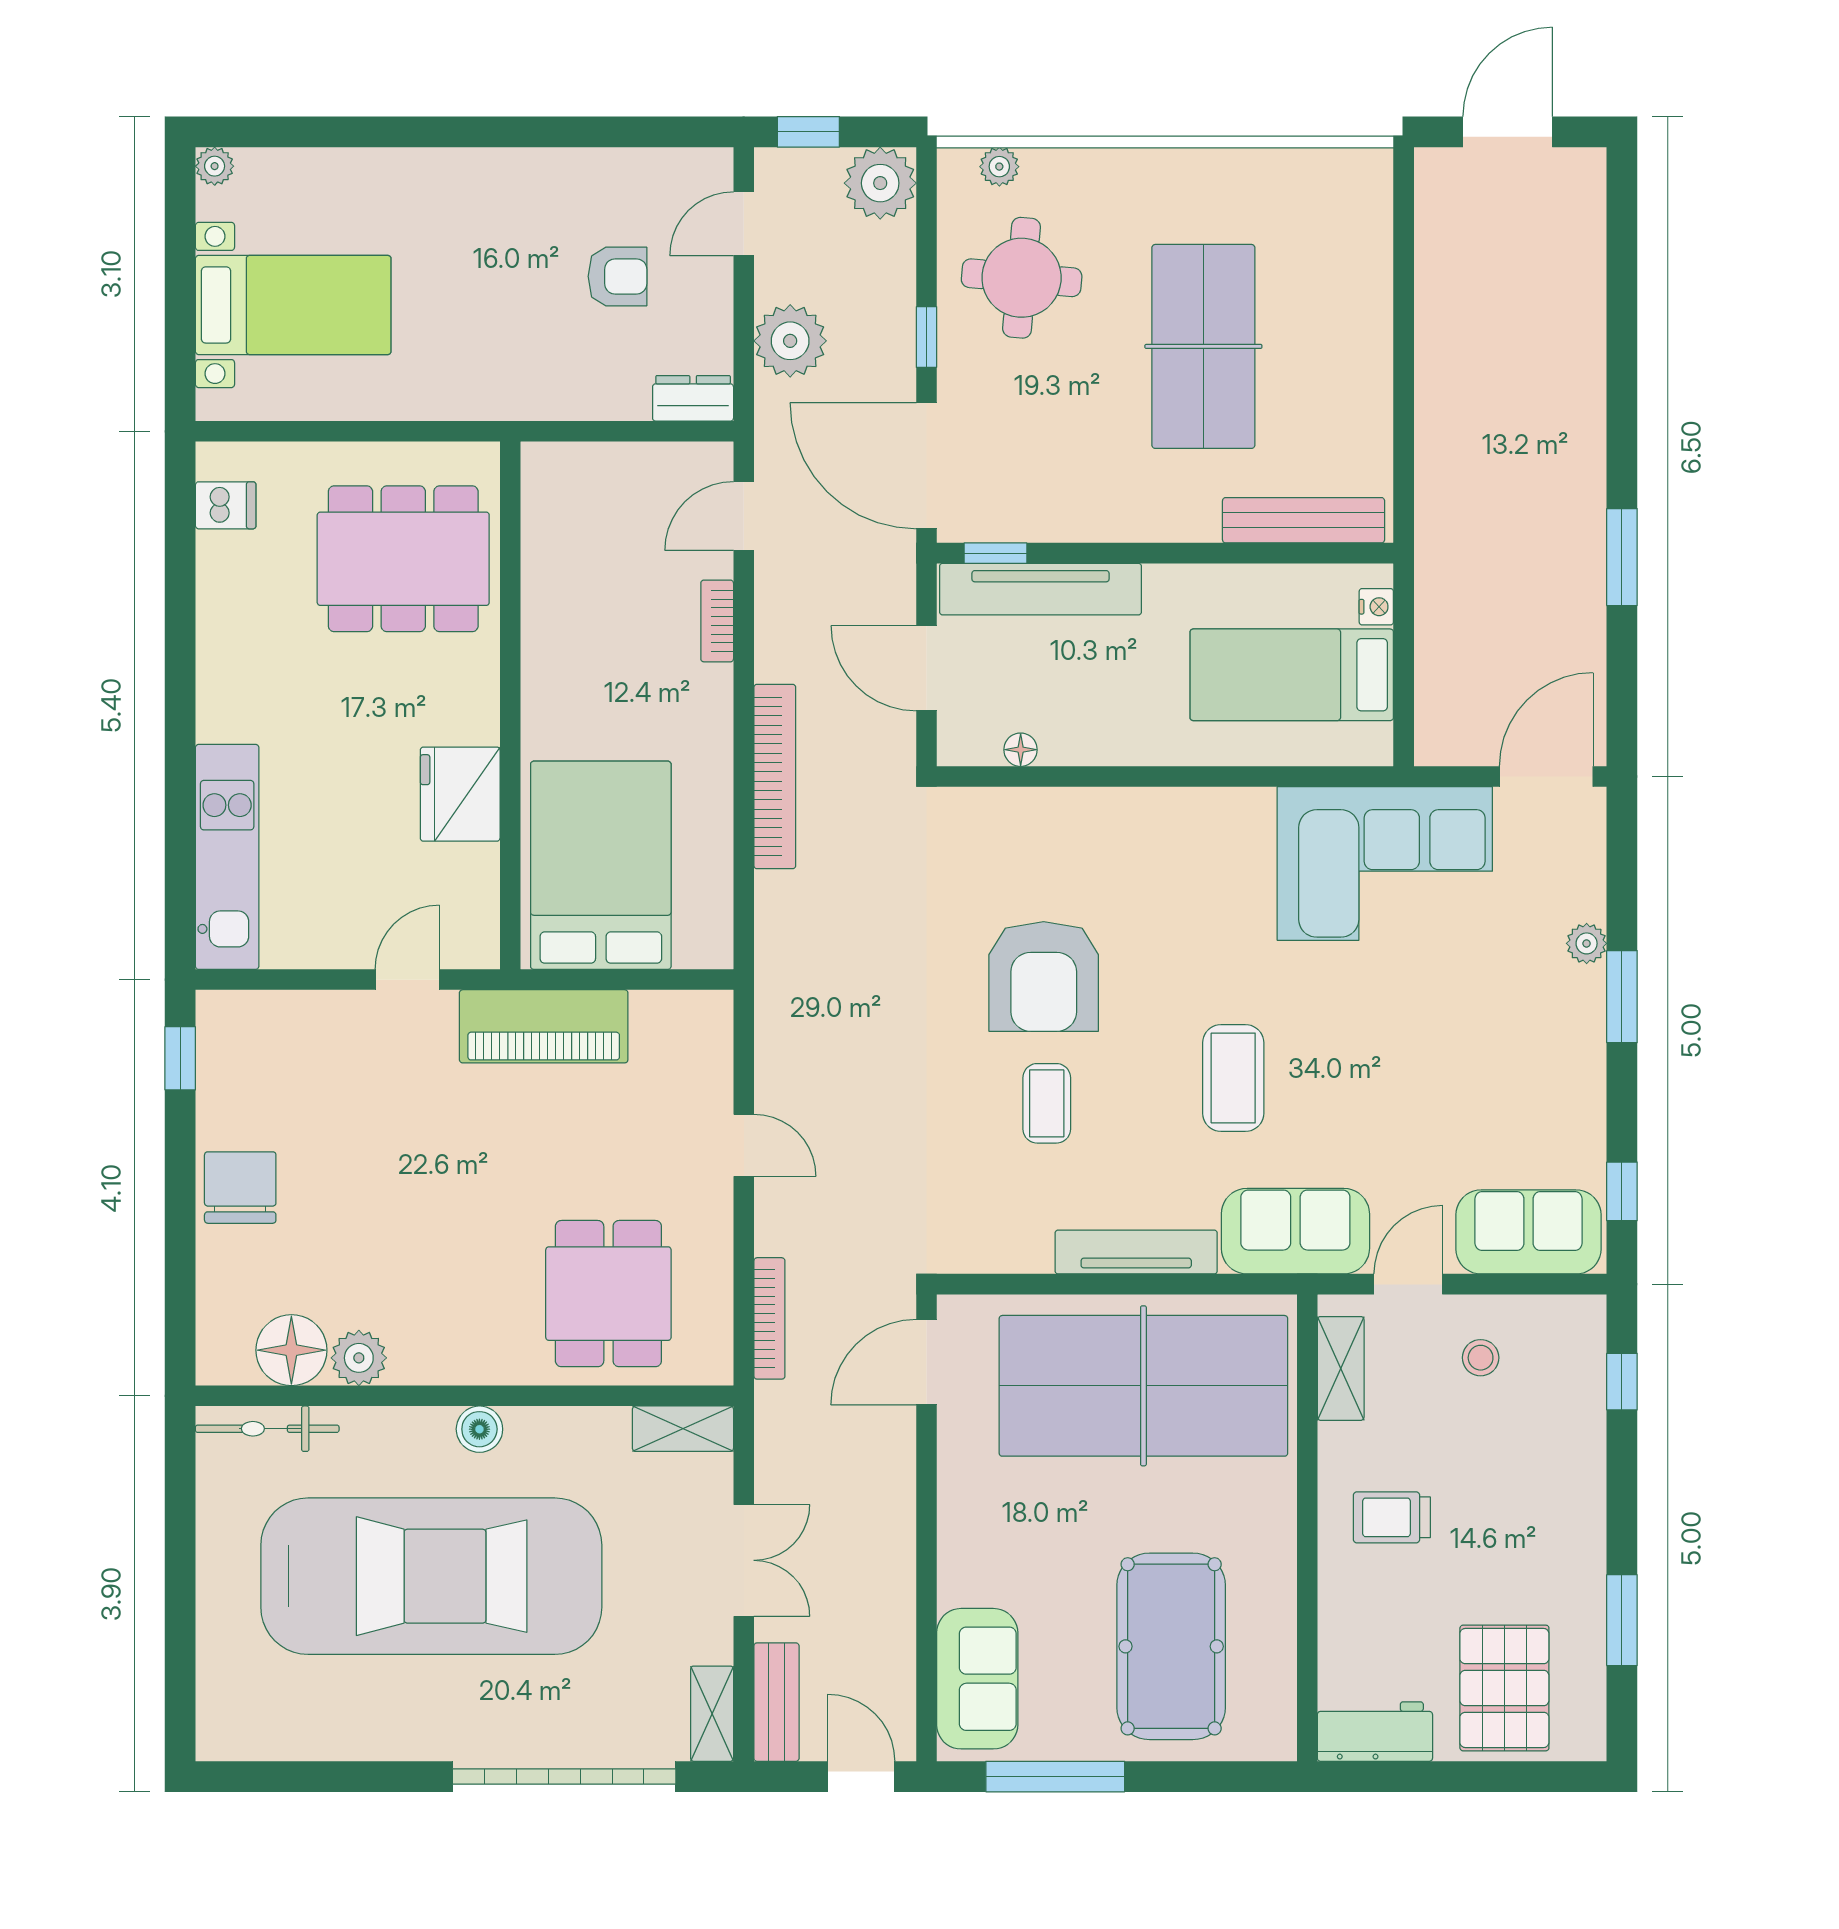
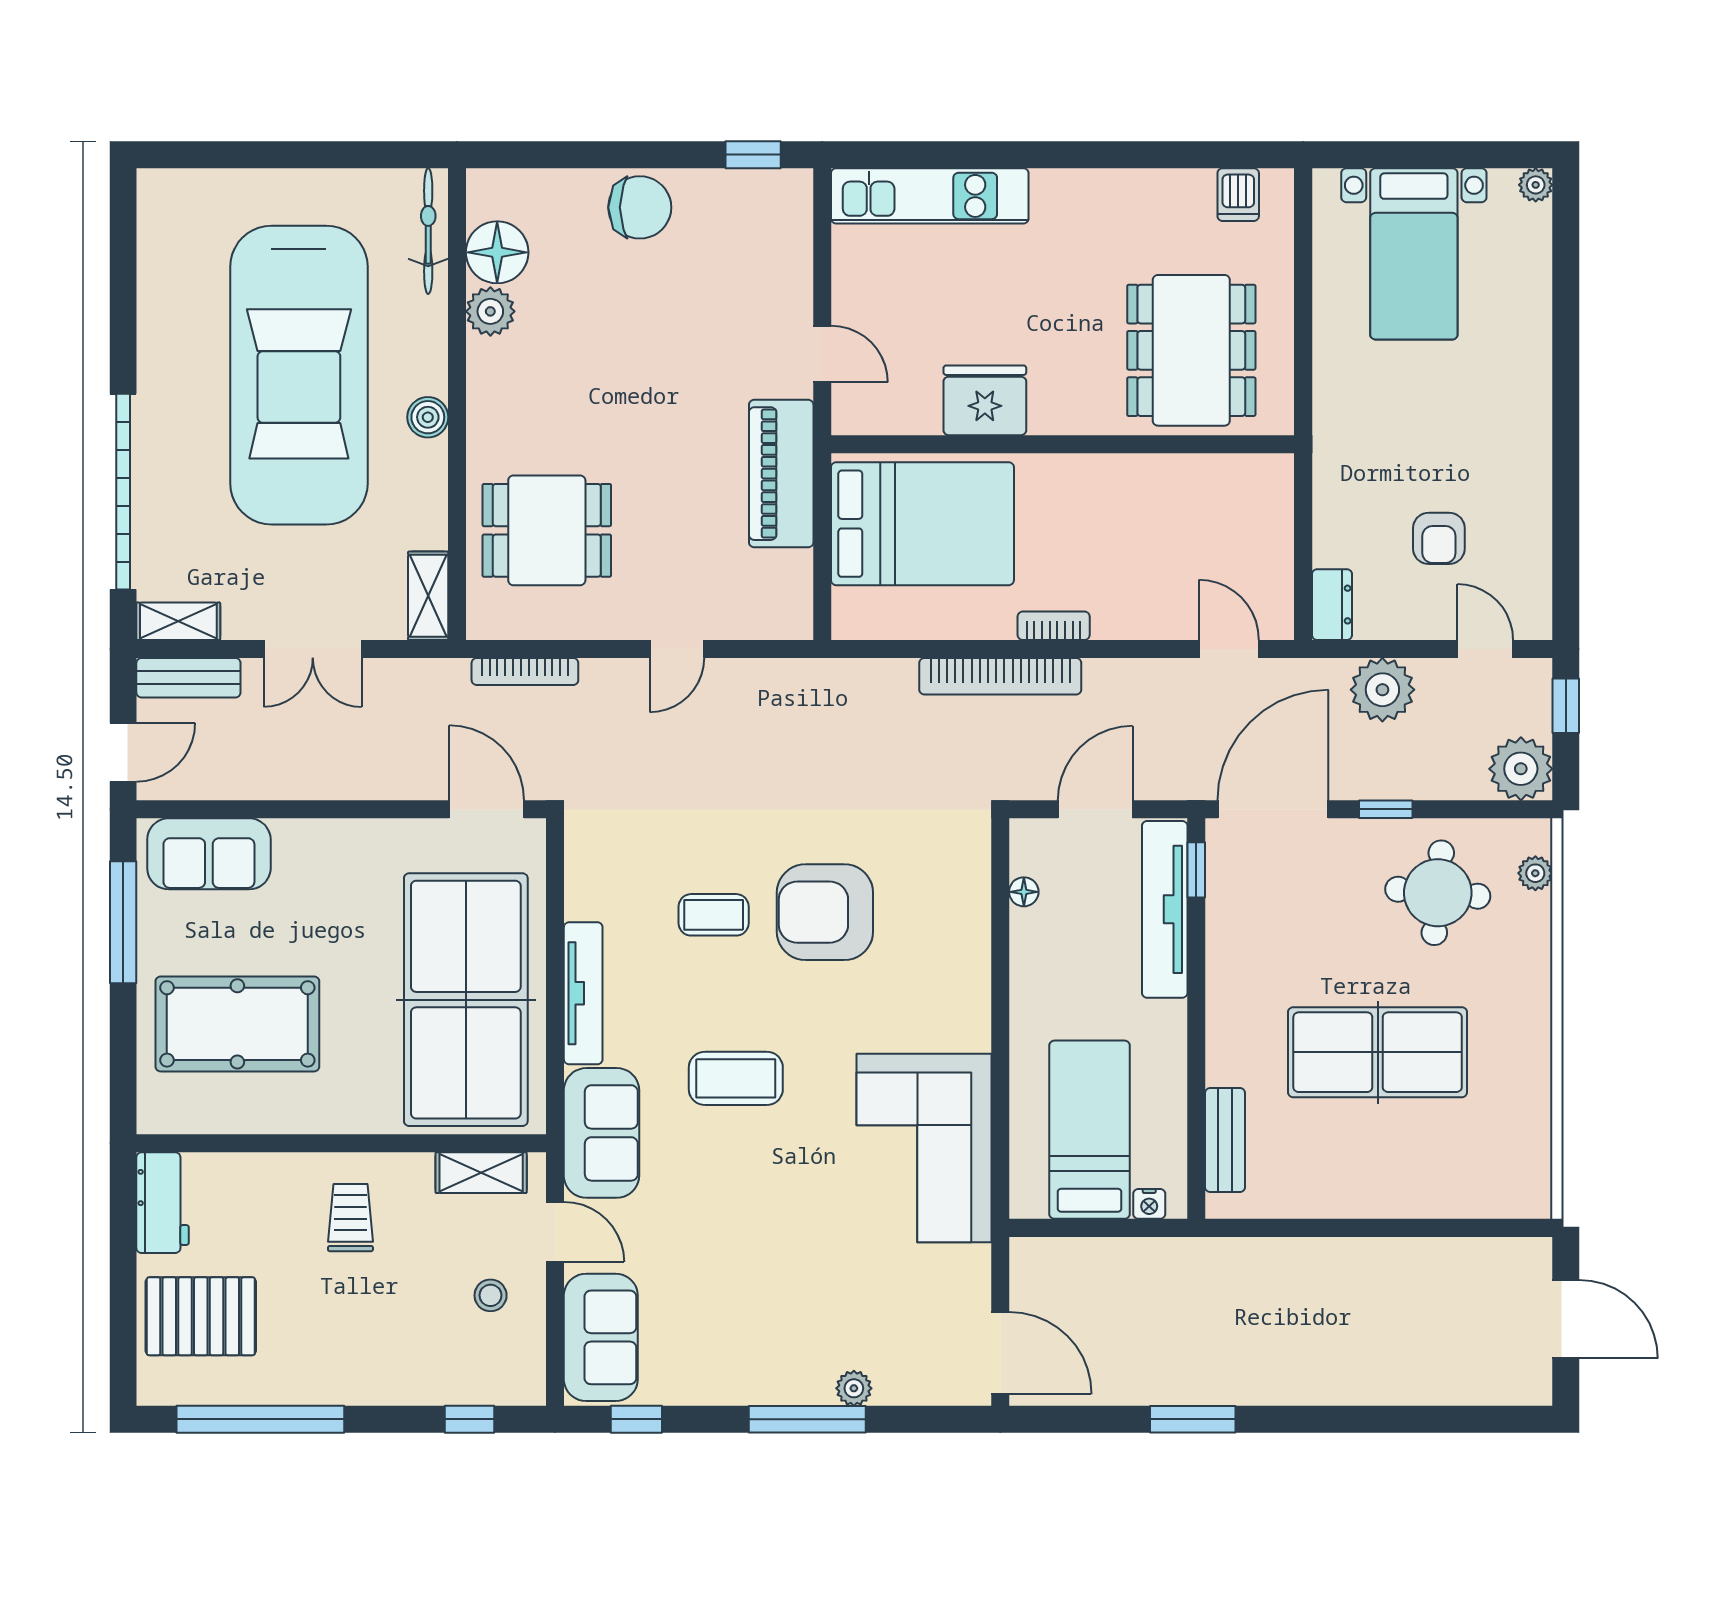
bench: (1304, 520) -> (1225, 1140), width x0.73
bookcase: (717, 621) -> (1054, 626), moved
corner sofa: (1385, 863) -> (924, 1148), moved
window: (1622, 997) -> (807, 1419), width x1.44
window: (1622, 1620) -> (260, 1419), width x2.11

